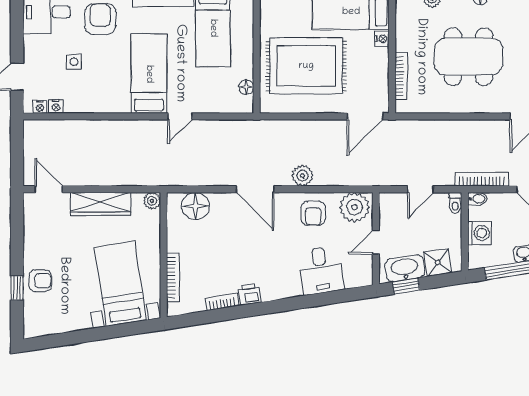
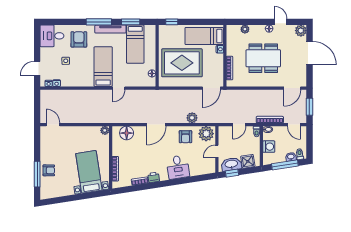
plant: (302, 176) -> (192, 118), moved
door: (255, 189) -> (156, 125), hinge flipped
wardrobe: (100, 204) -> (79, 132), removed
desk: (321, 270) -> (178, 167), moved
window: (17, 288) -> (37, 174), width x2.17

